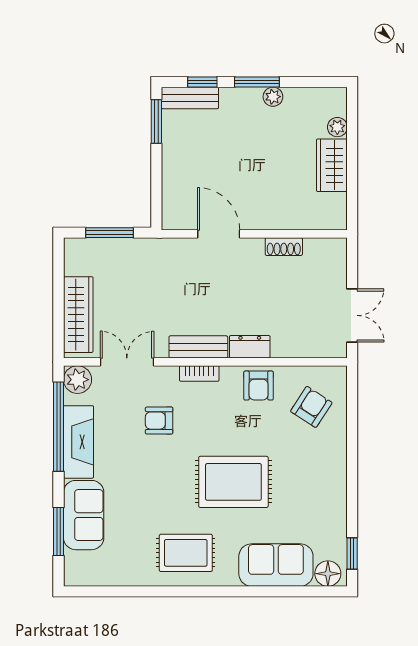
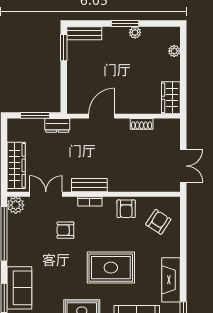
window: (202, 82) -> (92, 23), removed
wardrobe: (332, 165) -> (171, 98), moved
door: (219, 234) -> (102, 116), hinge flipped
dresser: (250, 347) -> (57, 125), moved, turned 180
fireplace: (79, 442) -> (171, 280), moved, turned 180

